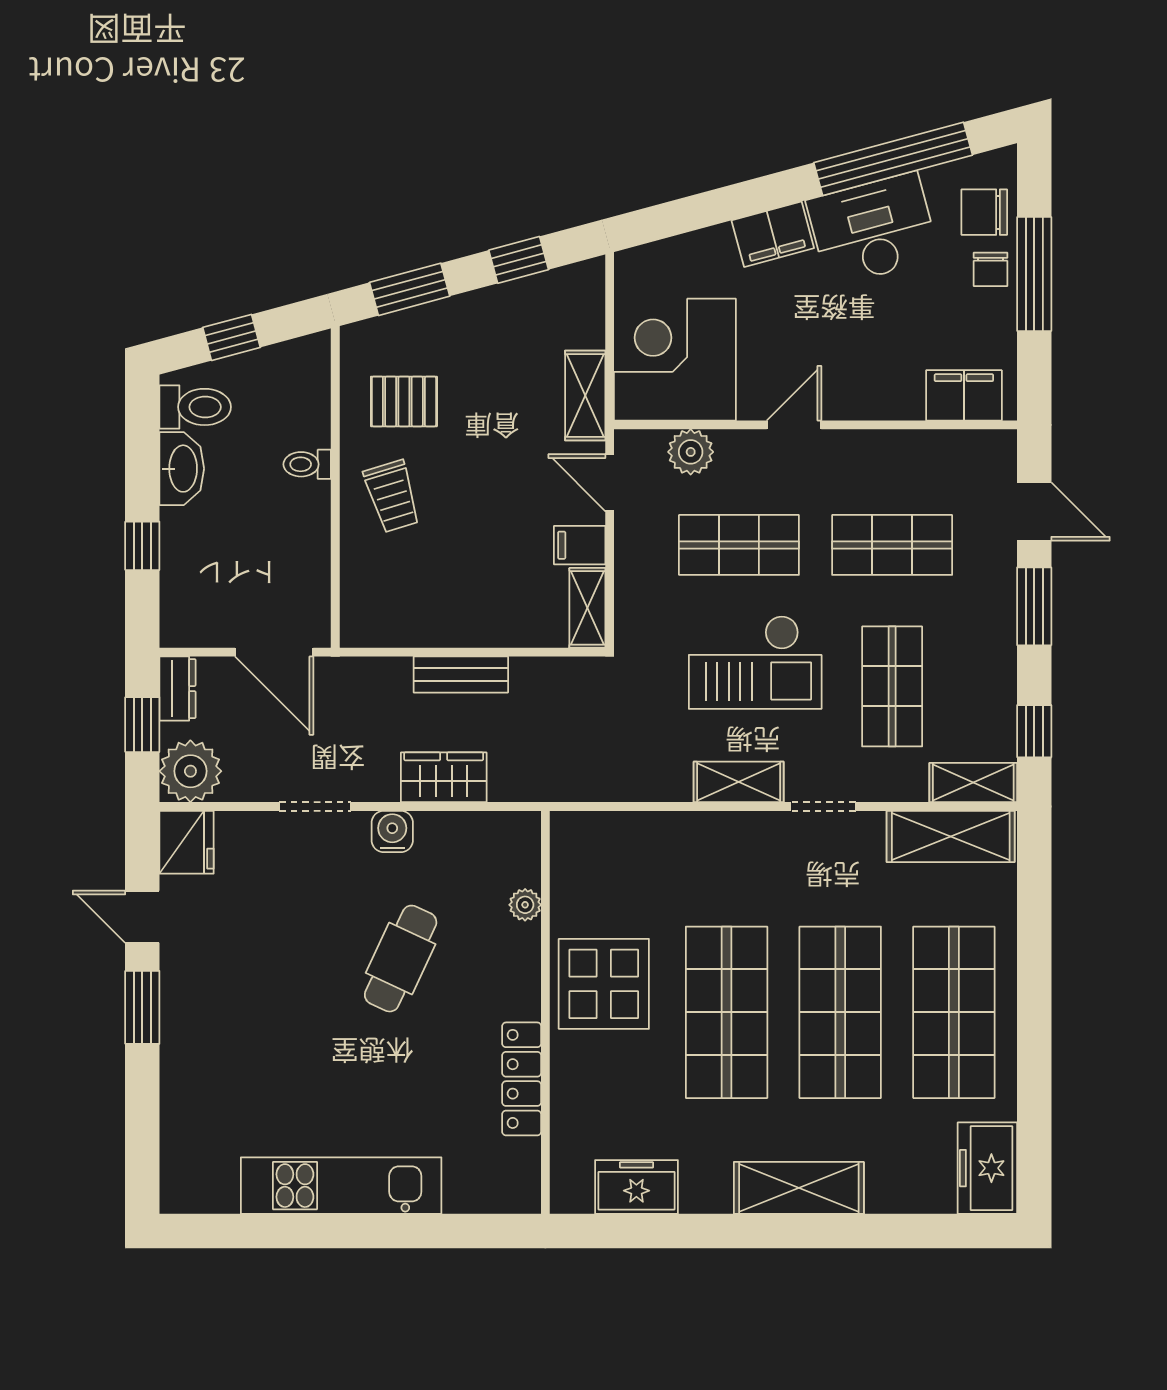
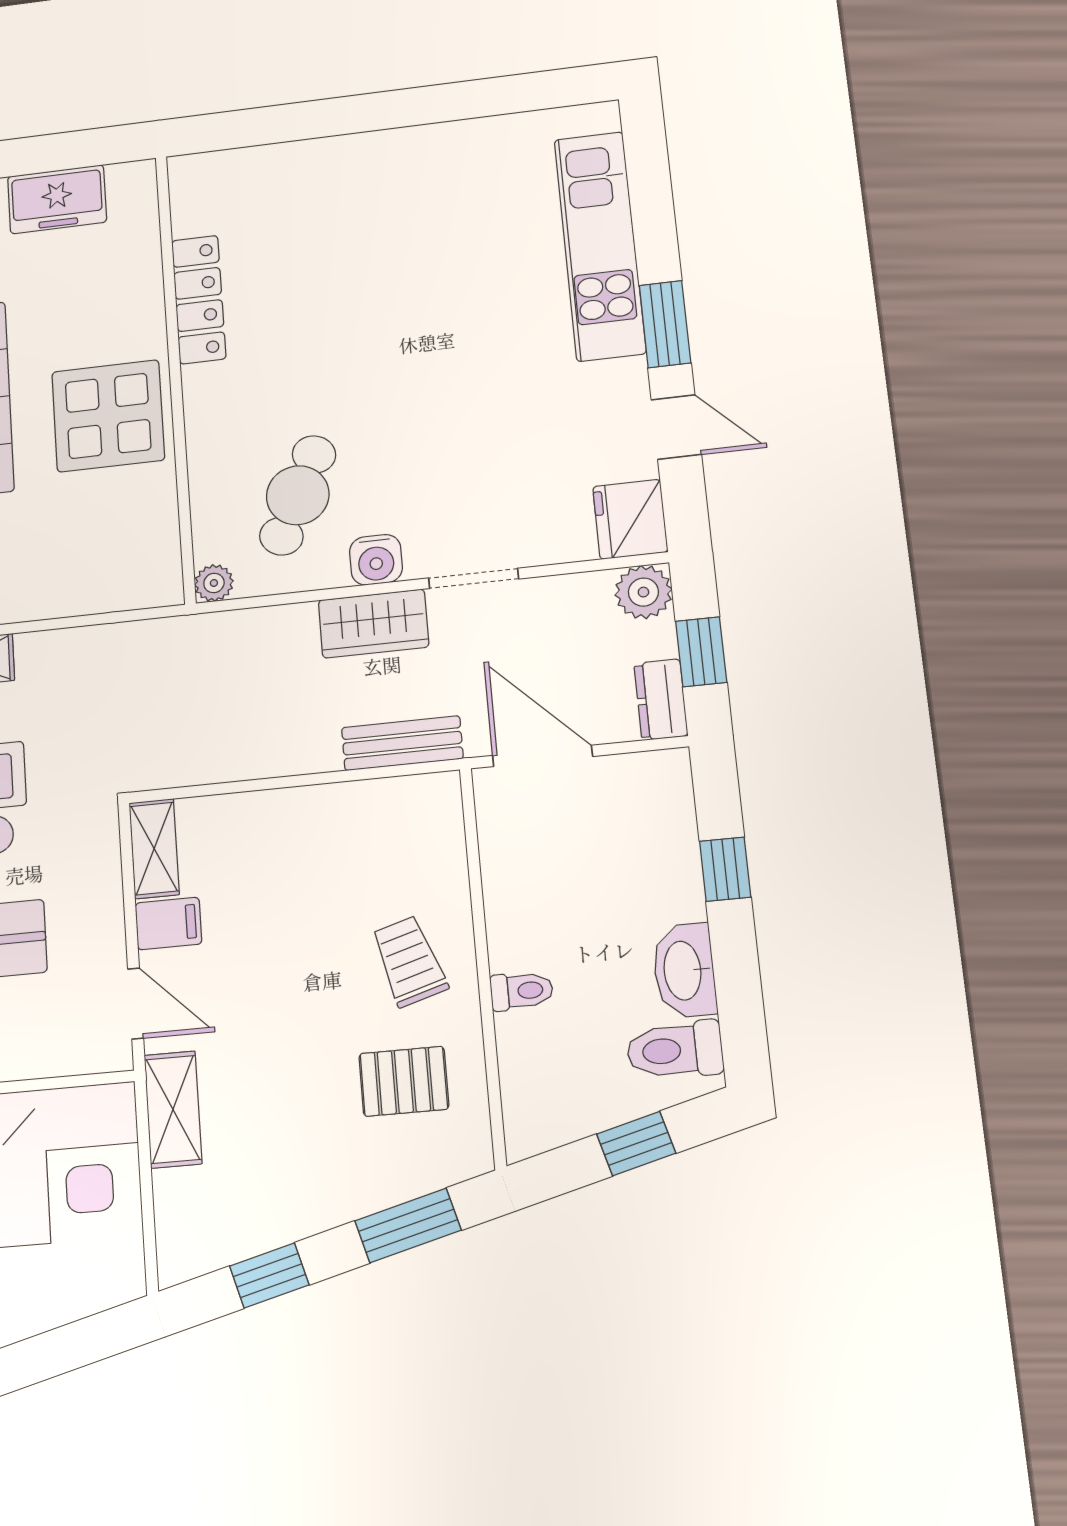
plant: (691, 452) -> (37, 1051), removed
bench: (461, 674) -> (402, 743), moved
plant: (190, 771) -> (643, 592), width x0.73, depth x0.73
wardrobe: (444, 777) -> (373, 624), moved
plant: (525, 905) -> (214, 583), moved
cafe table: (401, 959) -> (298, 495), moved
kitchen unit: (341, 1186) -> (600, 246), moved, turned 90

